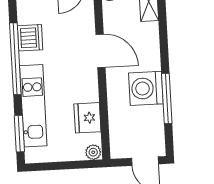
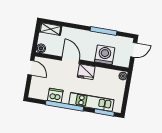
door: (100, 51) -> (71, 60), hinge flipped
washing machine: (146, 88) -> (105, 55), moved, turned 180
fridge: (87, 118) -> (86, 72), moved

